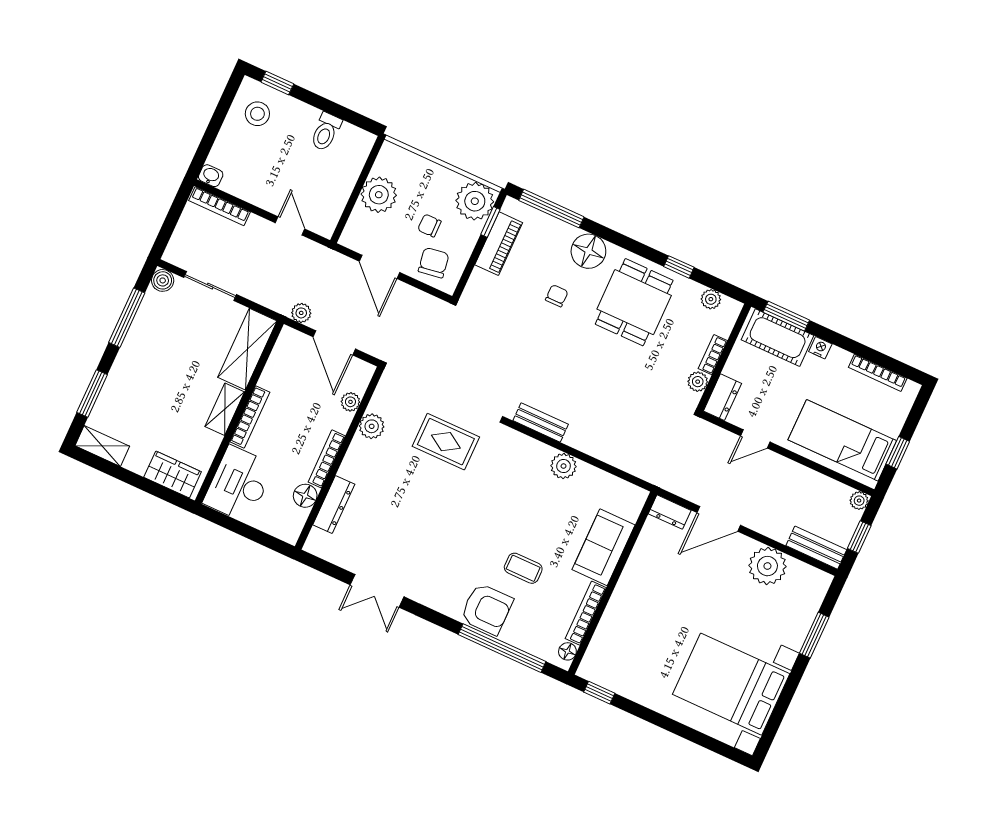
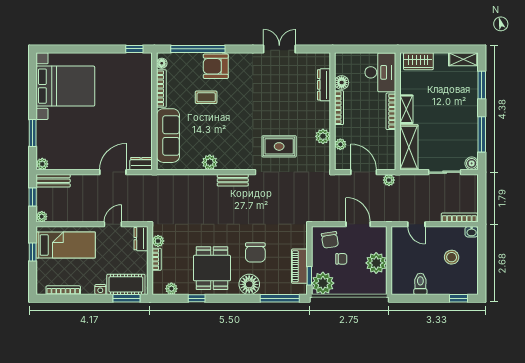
stool: (257, 114) -> (452, 257), moved
chair: (557, 296) -> (255, 252), width x1.87, depth x1.87
sofa: (604, 547) -> (168, 136), width x1.36
plant: (767, 566) -> (42, 164), moved, width x0.53, depth x0.53

